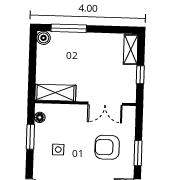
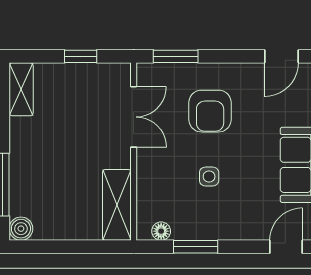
shelving: (131, 50) -> (21, 89), moved, turned 90
side table: (58, 150) -> (209, 177), moved
window: (138, 153) -> (176, 56), moved

